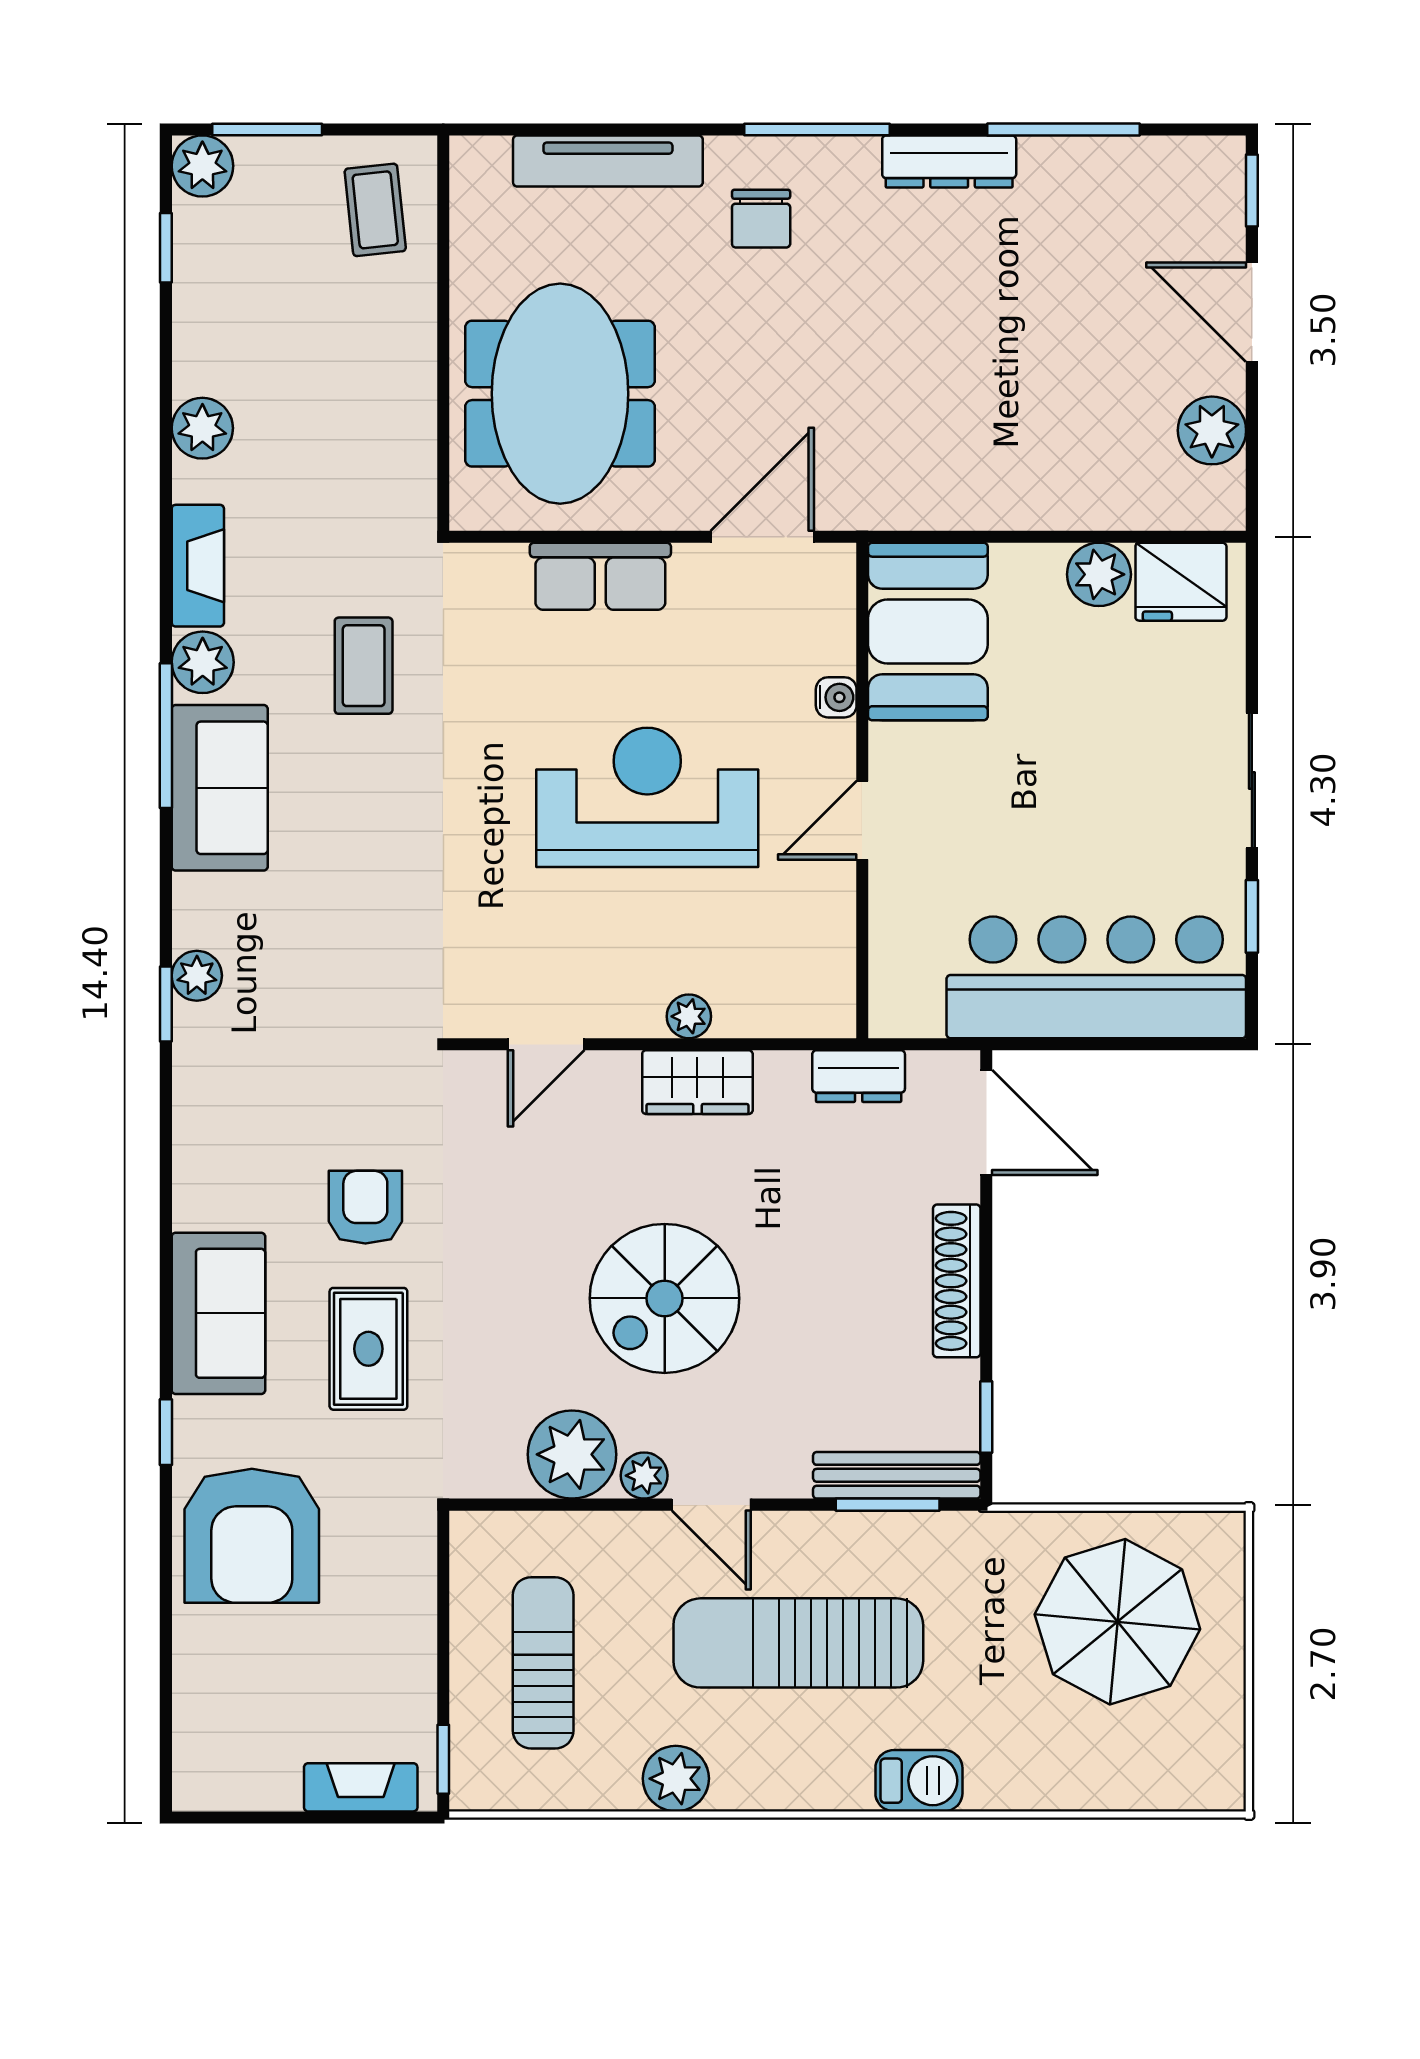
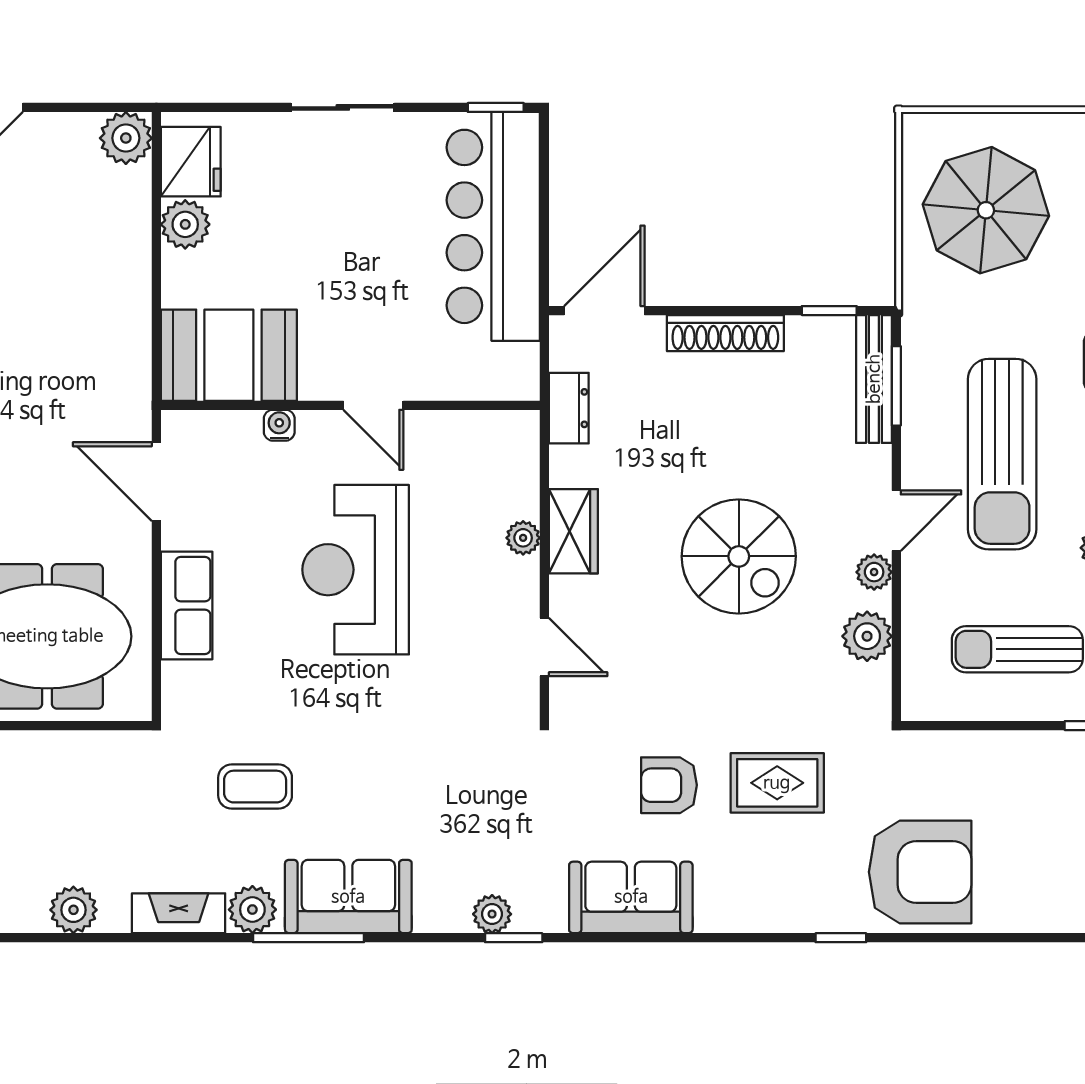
plant: (1212, 430) -> (126, 138), moved
window: (1252, 916) -> (496, 107), moved
sofa: (218, 1313) -> (631, 897), moved
plant: (572, 1454) -> (867, 636), width x0.73, depth x0.73

